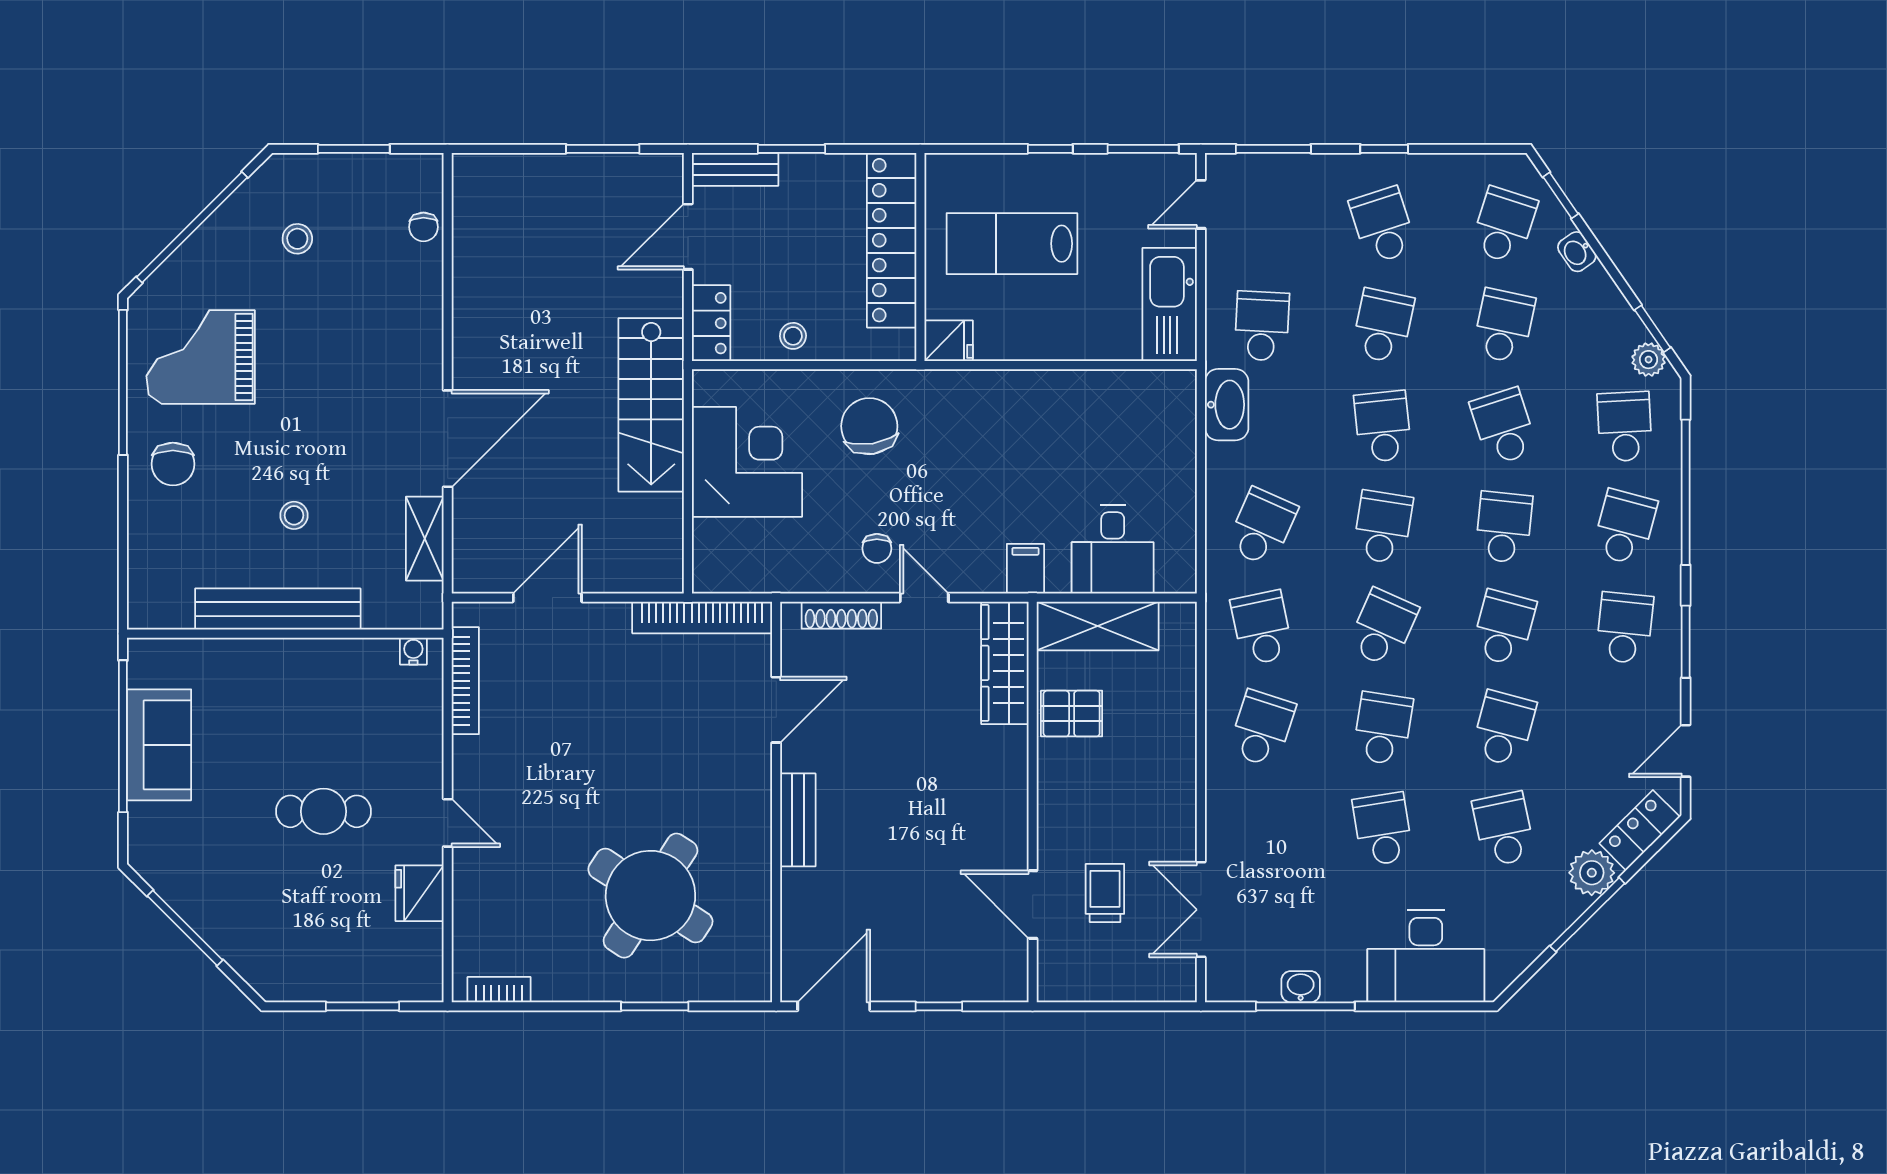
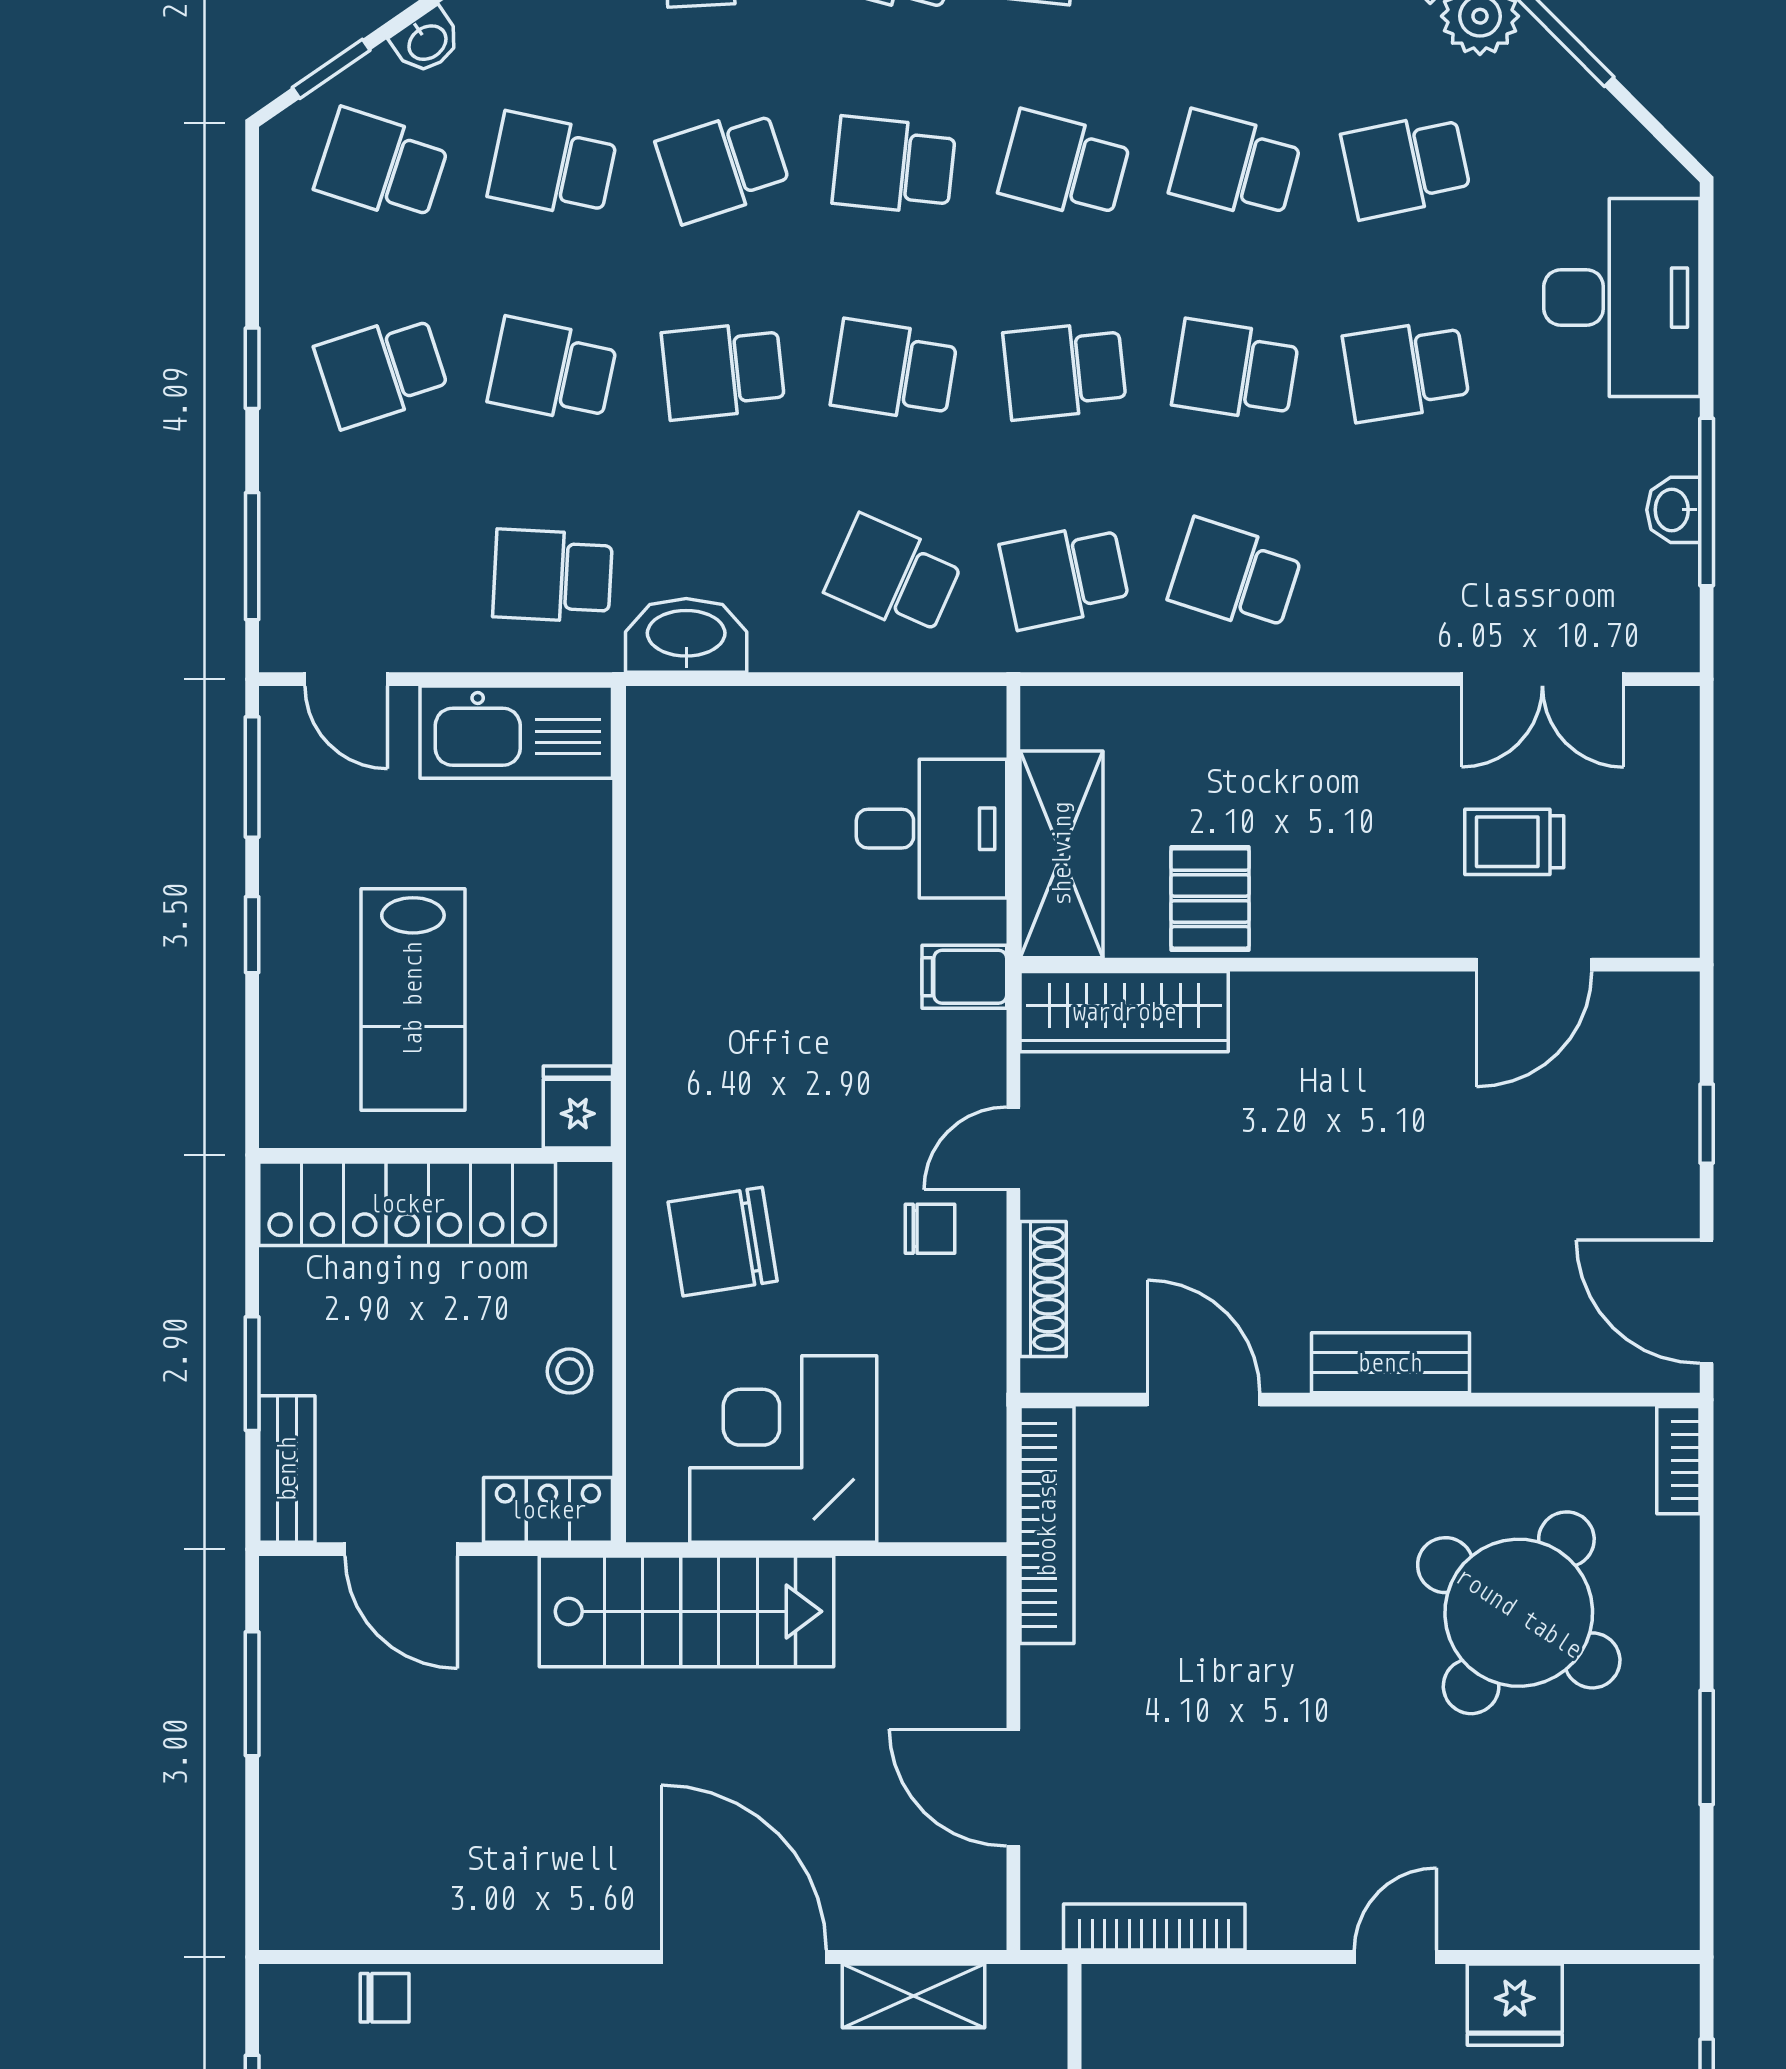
school desk: (1383, 628) -> (1065, 371), turned -30
water cooler: (413, 651) -> (1104, 2015), removed
bookcase: (499, 990) -> (1678, 1460), moved
window: (655, 1006) -> (1707, 1748), moved

